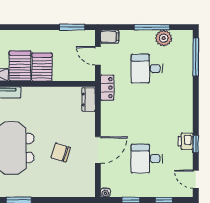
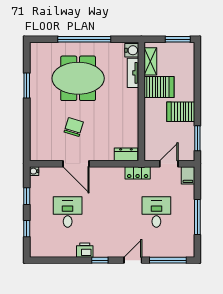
plant: (164, 38) -> (186, 229), removed
server rack: (42, 67) -> (181, 112), moved, turned 180
window: (196, 144) -> (100, 260), moved
door: (196, 179) -> (133, 260), moved

